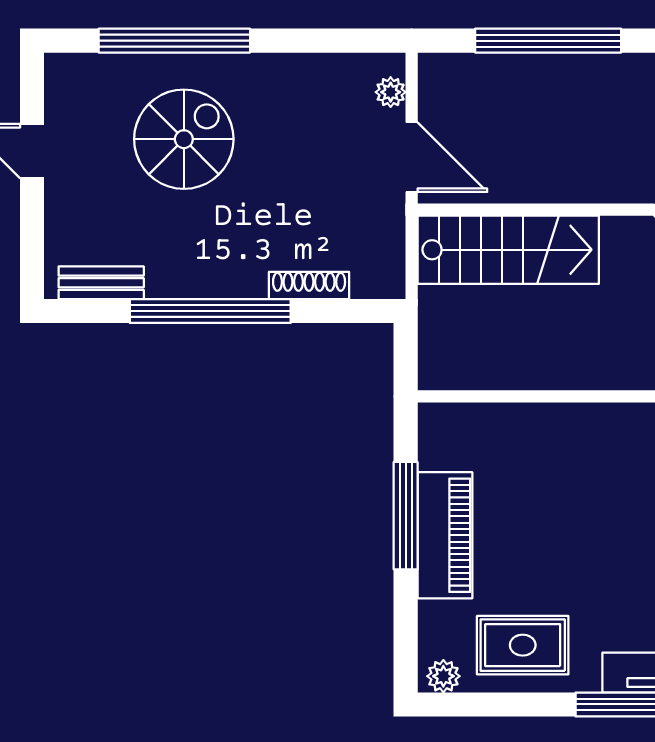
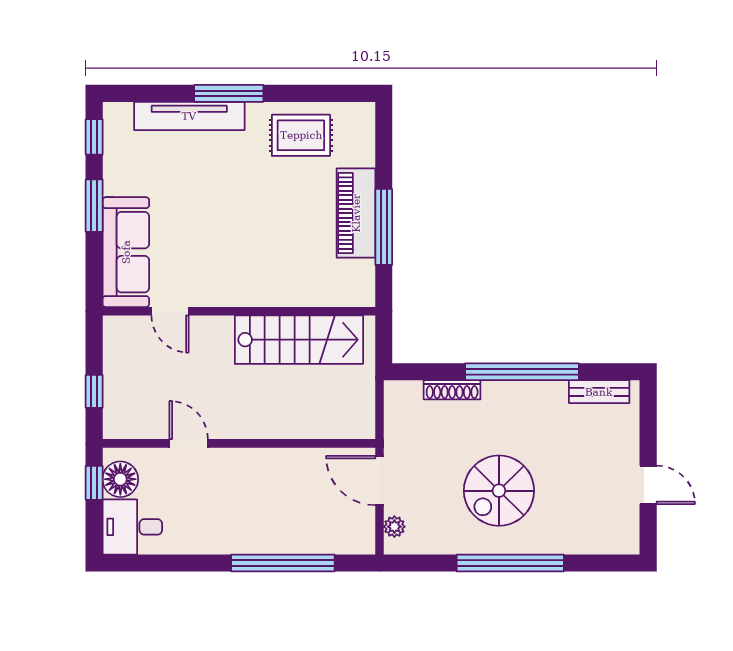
window: (174, 41) -> (510, 563), moved
spiral stairs: (184, 139) -> (499, 491), moved
stairs: (508, 250) -> (299, 340), moved, turned 180
plant: (443, 676) -> (357, 113), removed

